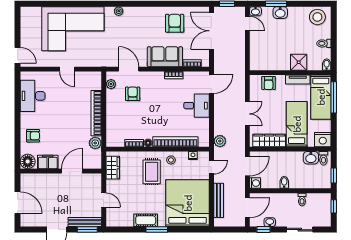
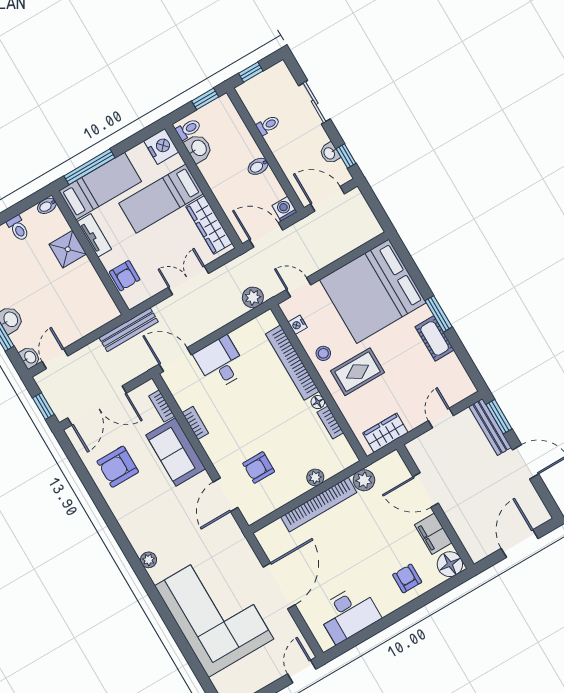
door: (67, 69) -> (279, 586), width x1.87
armchair: (269, 83) -> (125, 276), turned 90
plant: (111, 84) -> (315, 477), moved
bench: (219, 200) -> (129, 330), moved

